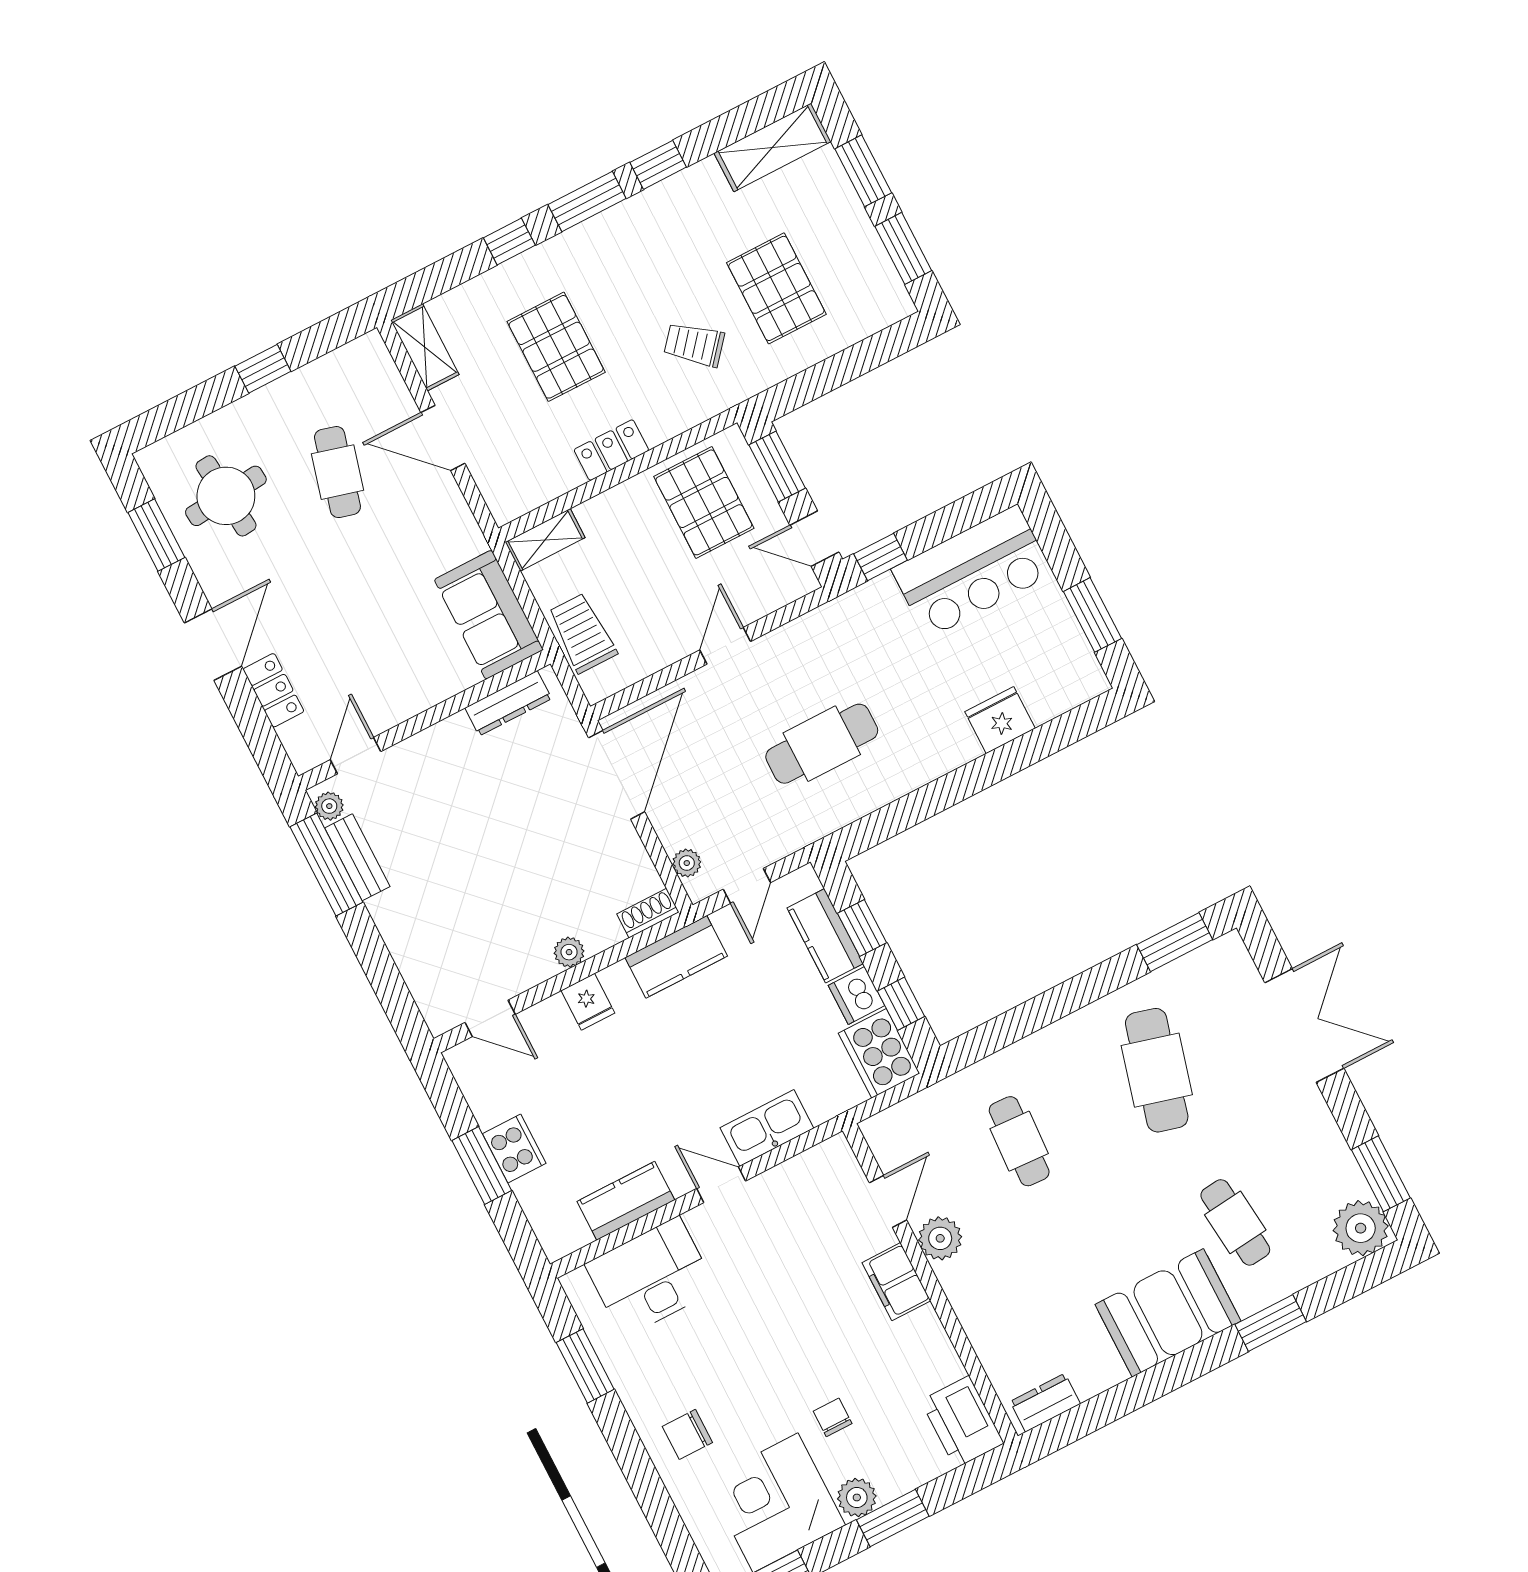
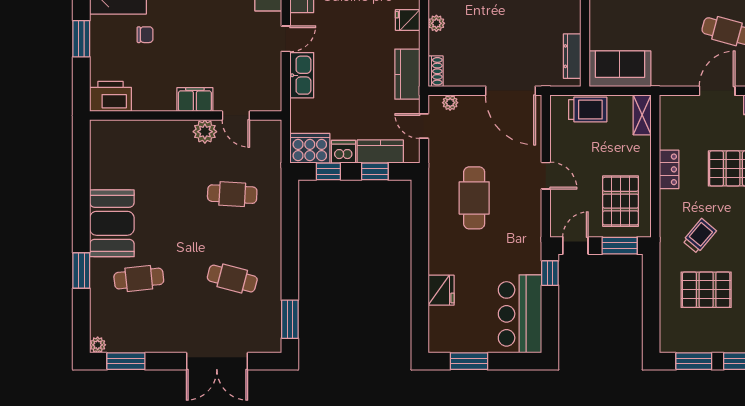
pallet: (704, 502) -> (621, 201), turned 90
cafe table: (1157, 1070) -> (232, 279), width x0.73, depth x0.74
plant: (1361, 1228) -> (98, 345), width x0.53, depth x0.53
dresser: (1045, 1403) -> (99, 141), removed
plant: (857, 1497) -> (100, 26), removed

